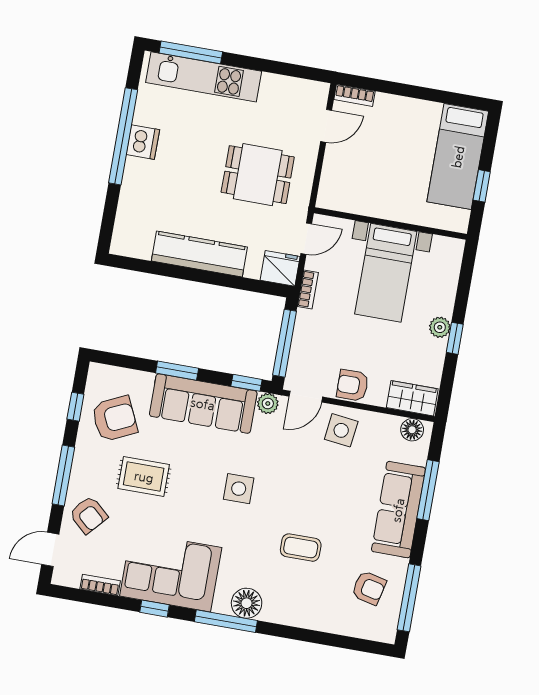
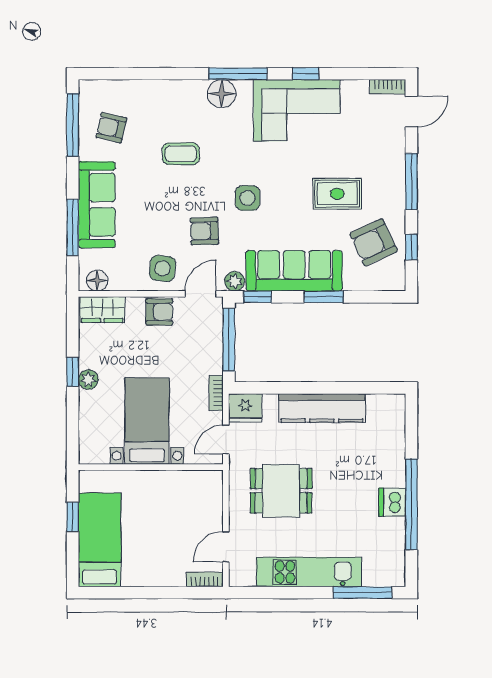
kitchen unit: (204, 77) -> (309, 572), moved
armchair: (88, 515) -> (204, 231), moved, turned -44
bookcase: (100, 585) -> (388, 87), moved

